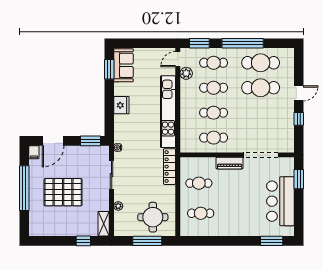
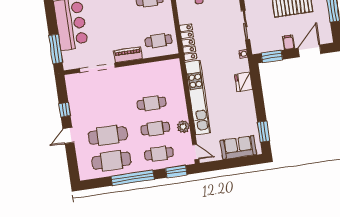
door: (178, 59) -> (196, 152), hinge flipped
sofa: (123, 65) -> (238, 147), moved, turned 90
plant: (186, 73) -> (183, 127), moved
fridge: (121, 105) -> (244, 82), moved
cafe table: (214, 138) -> (148, 78), removed
filing cabinet: (34, 152) -> (289, 42), moved
window: (299, 179) -> (56, 49), width x1.44
cafe table: (199, 183) -> (159, 41), moved

